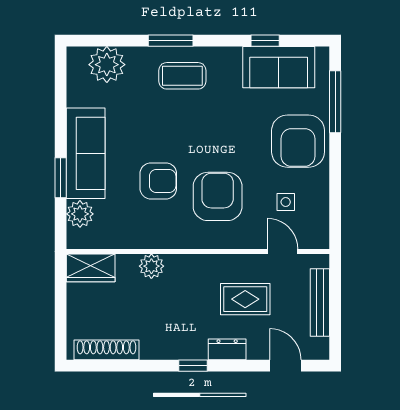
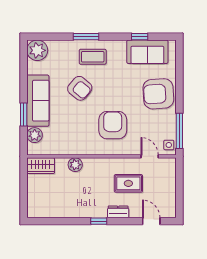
plant: (107, 65) -> (37, 50), moved
window: (335, 102) -> (179, 131), moved
armchair: (298, 141) -> (158, 94), turned 86
armchair: (158, 181) -> (80, 88), moved, turned 40
side table: (286, 202) -> (169, 145), moved
bench: (320, 302) -> (171, 185), removed
shoe rack: (106, 350) -> (50, 212), removed

